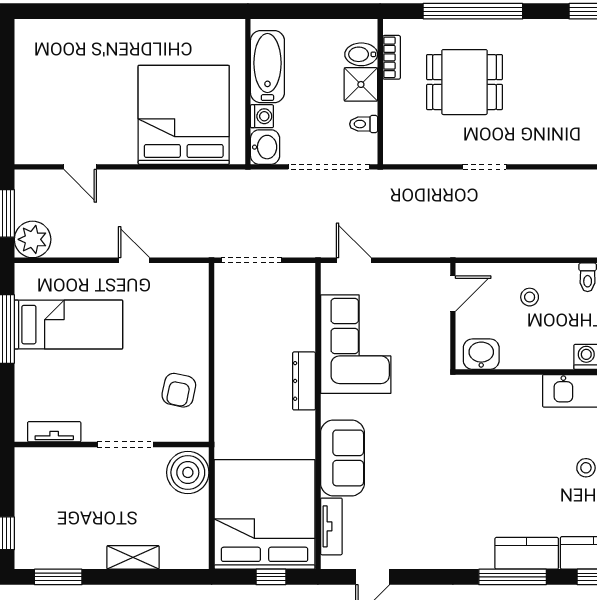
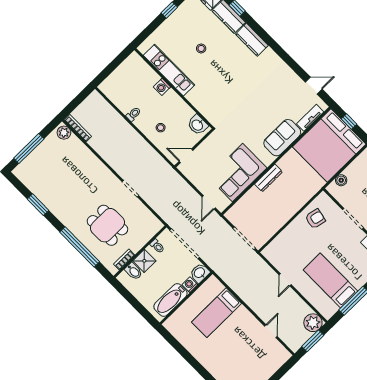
bed: (184, 115) -> (217, 313), width x0.49
boiler: (188, 472) -> (341, 180), width x0.54, depth x0.54
window: (513, 577) -> (265, 36), removed

